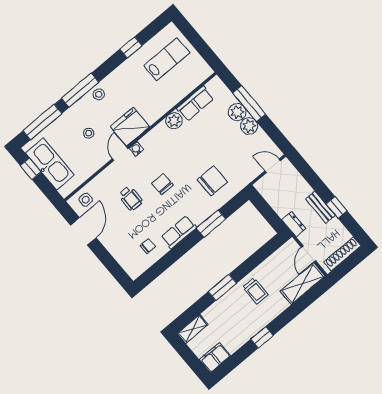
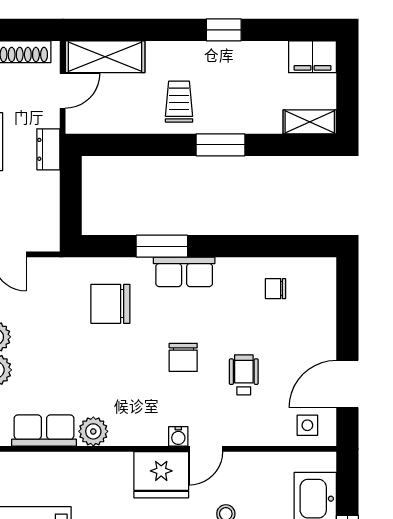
row of seats: (179, 232) -> (184, 272), moved

